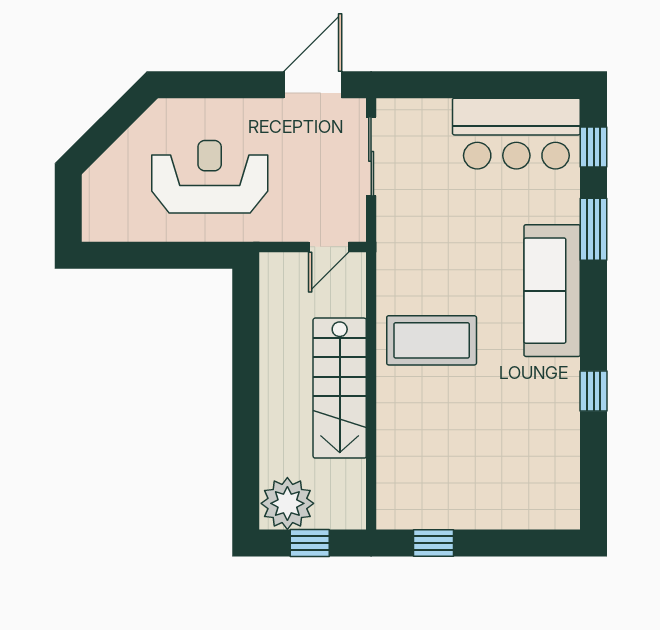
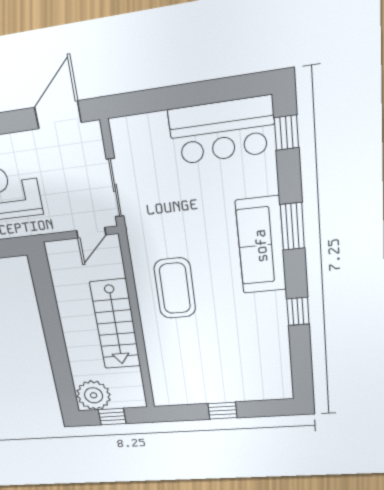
sliding door: (371, 156) -> (115, 188), moved
window: (594, 229) -> (292, 226), moved
coffee table: (432, 340) -> (175, 288), turned 90
window: (434, 543) -> (223, 411), moved

